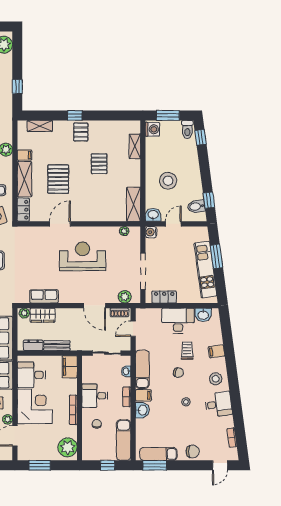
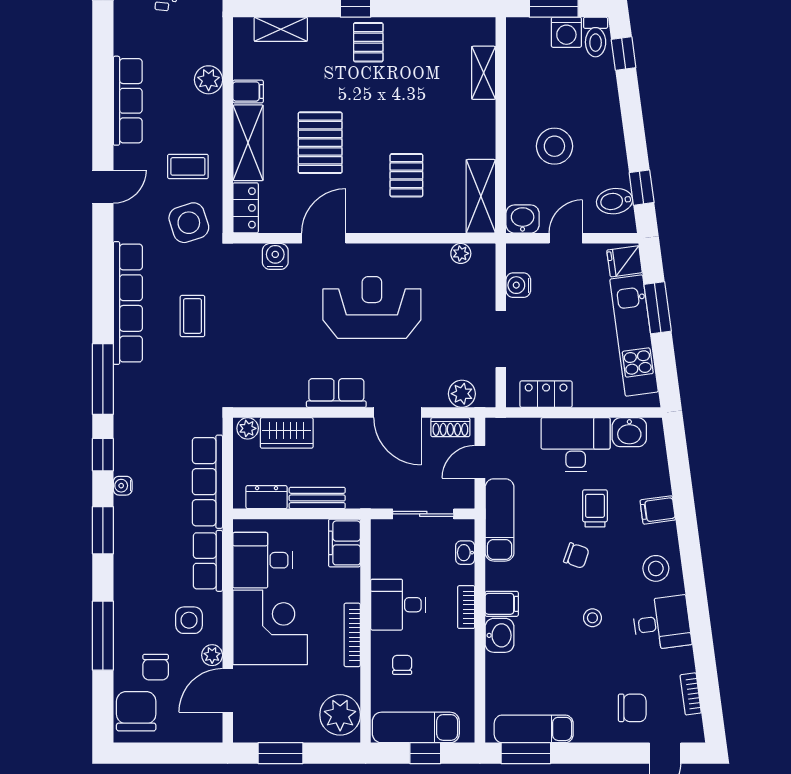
washing machine: (152, 129) -> (566, 32), moved, turned 90
pallet: (99, 164) -> (406, 175), moved
water cooler: (37, 232) -> (275, 256), added
water cooler: (151, 232) -> (518, 285), moved
fridge: (201, 235) -> (625, 261), added
doorway: (143, 271) -> (501, 339), width x0.73
row of seats: (44, 296) -> (336, 393), moved
exam couch: (142, 369) -> (500, 520), moved
exam couch: (124, 440) -> (416, 727), moved, turned 90
chair: (193, 452) -> (632, 708), moved

